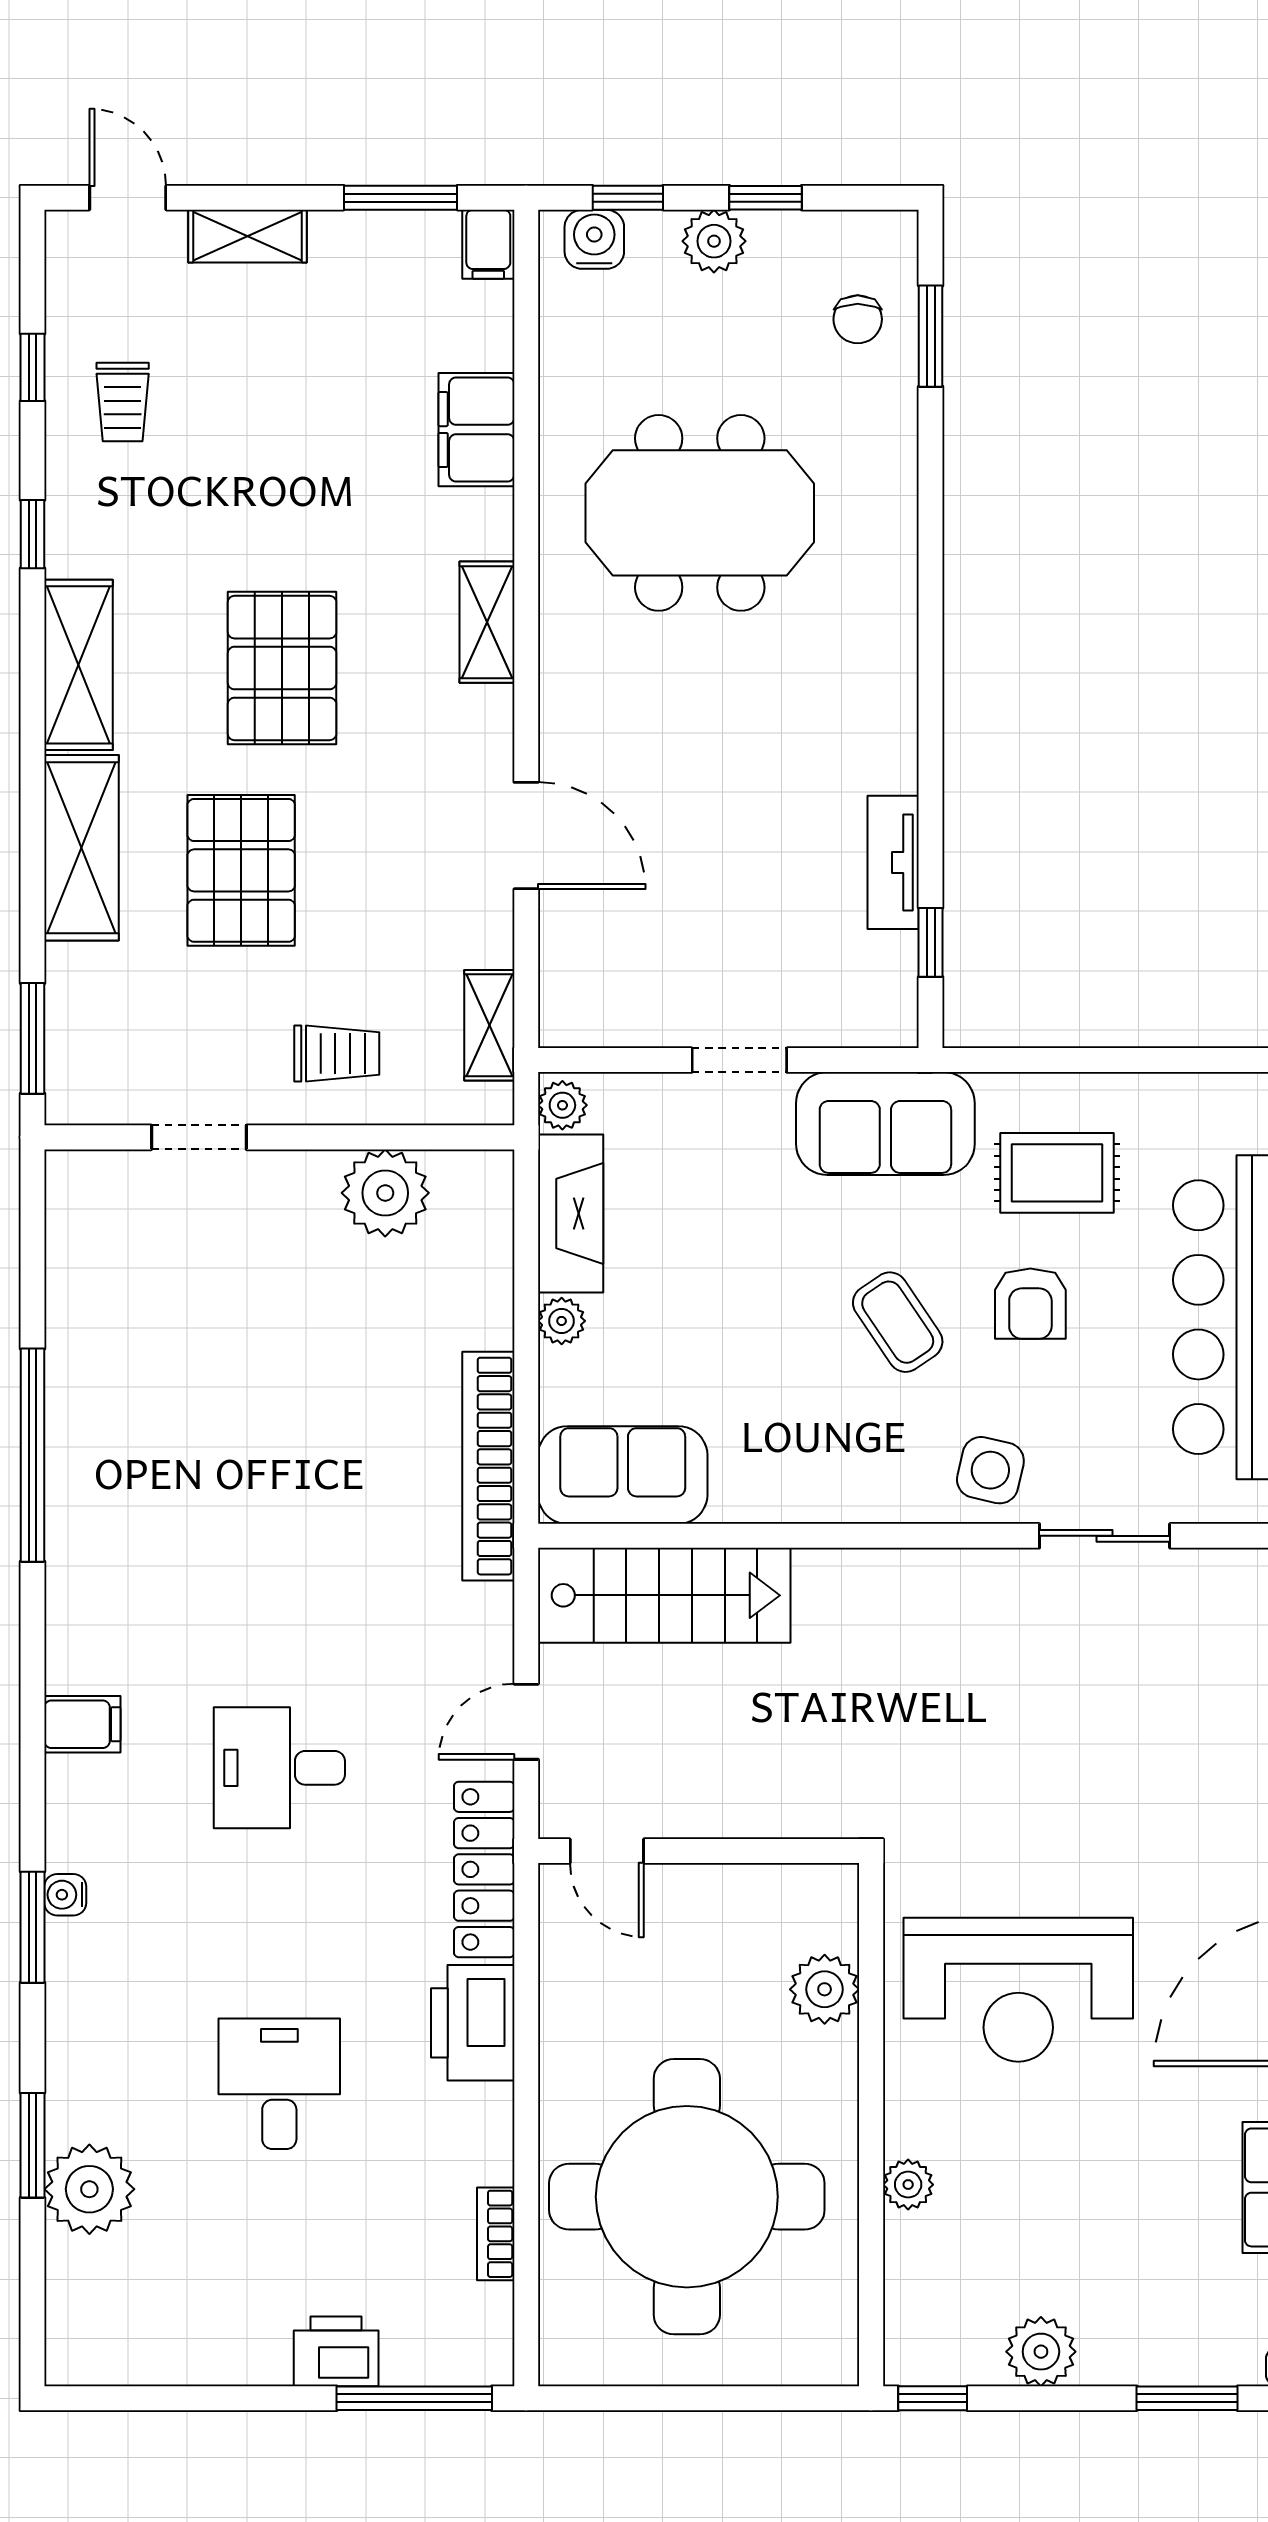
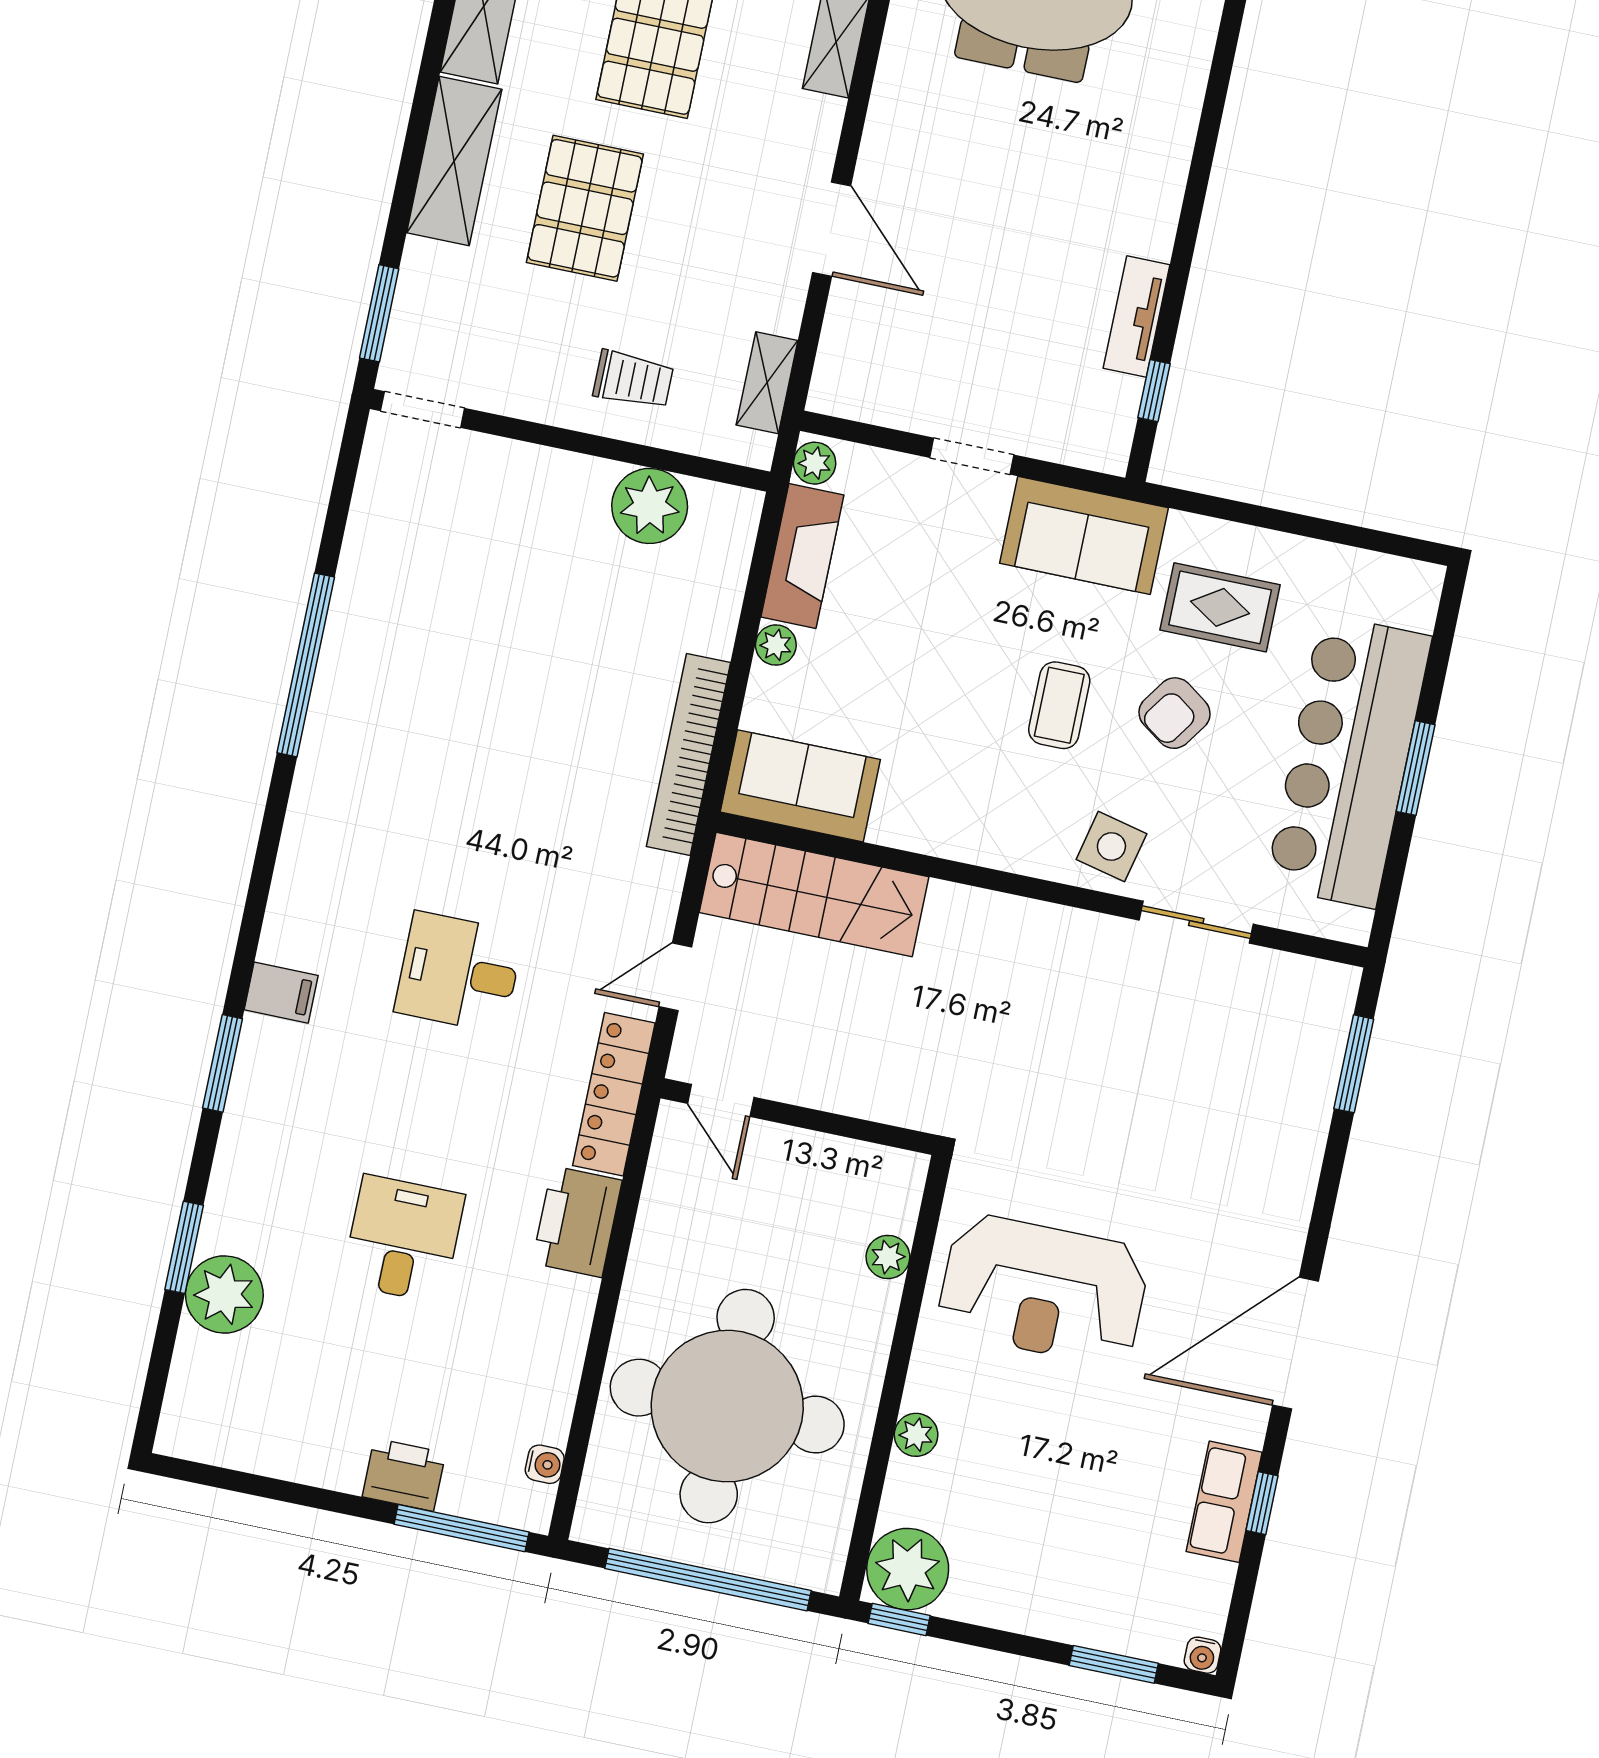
doorway: (199, 1137) -> (422, 409), moved
armchair: (1030, 1304) -> (1175, 713), turned 35
coffee table: (898, 1322) -> (1059, 705), turned 34
filing cabinet: (82, 1724) -> (281, 993), moved
water cooler: (65, 1895) -> (545, 1464), moved, turned 180
plant: (825, 1989) -> (888, 1257), width x0.73, depth x0.73
bookcase: (496, 2234) -> (559, 1404), removed
plant: (1041, 2352) -> (908, 1569), moved, width x1.36, depth x1.36
window: (706, 2398) -> (708, 1580), added

